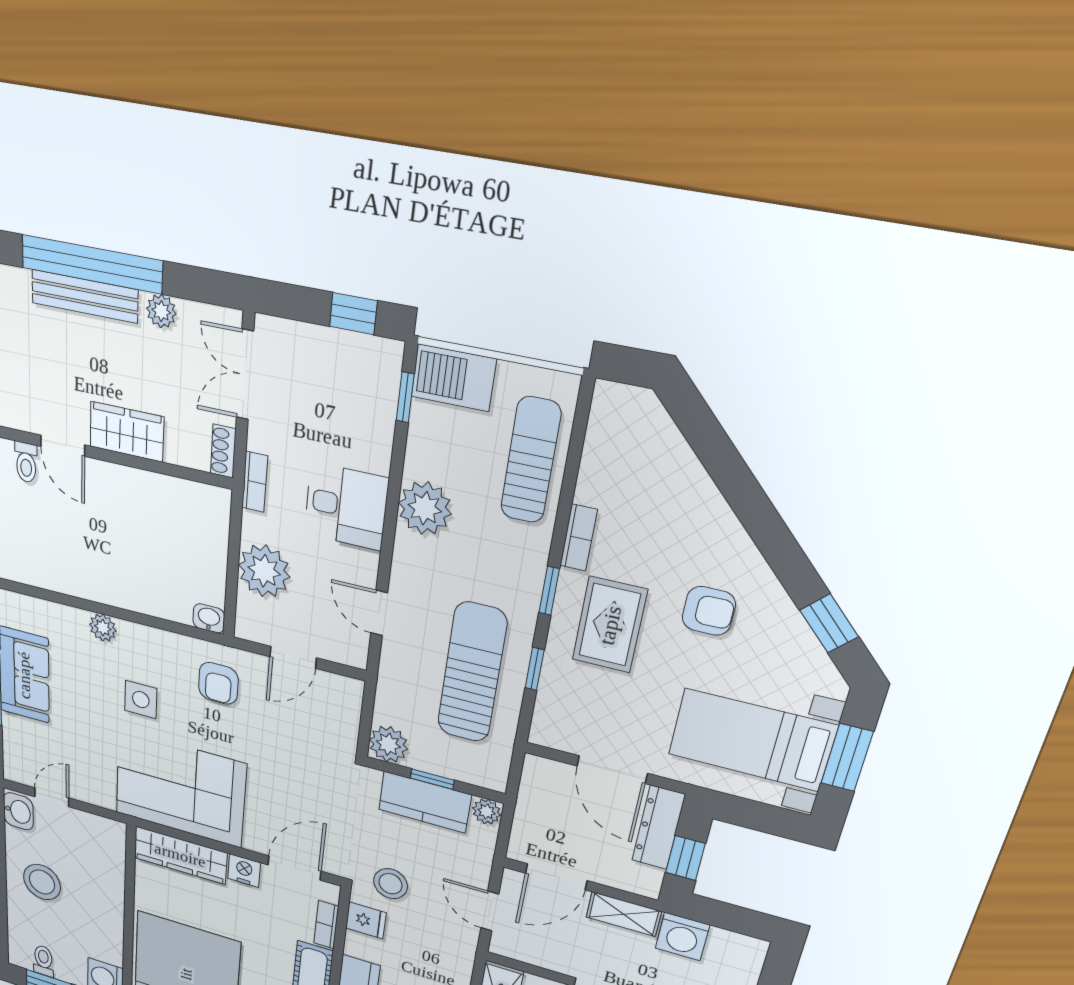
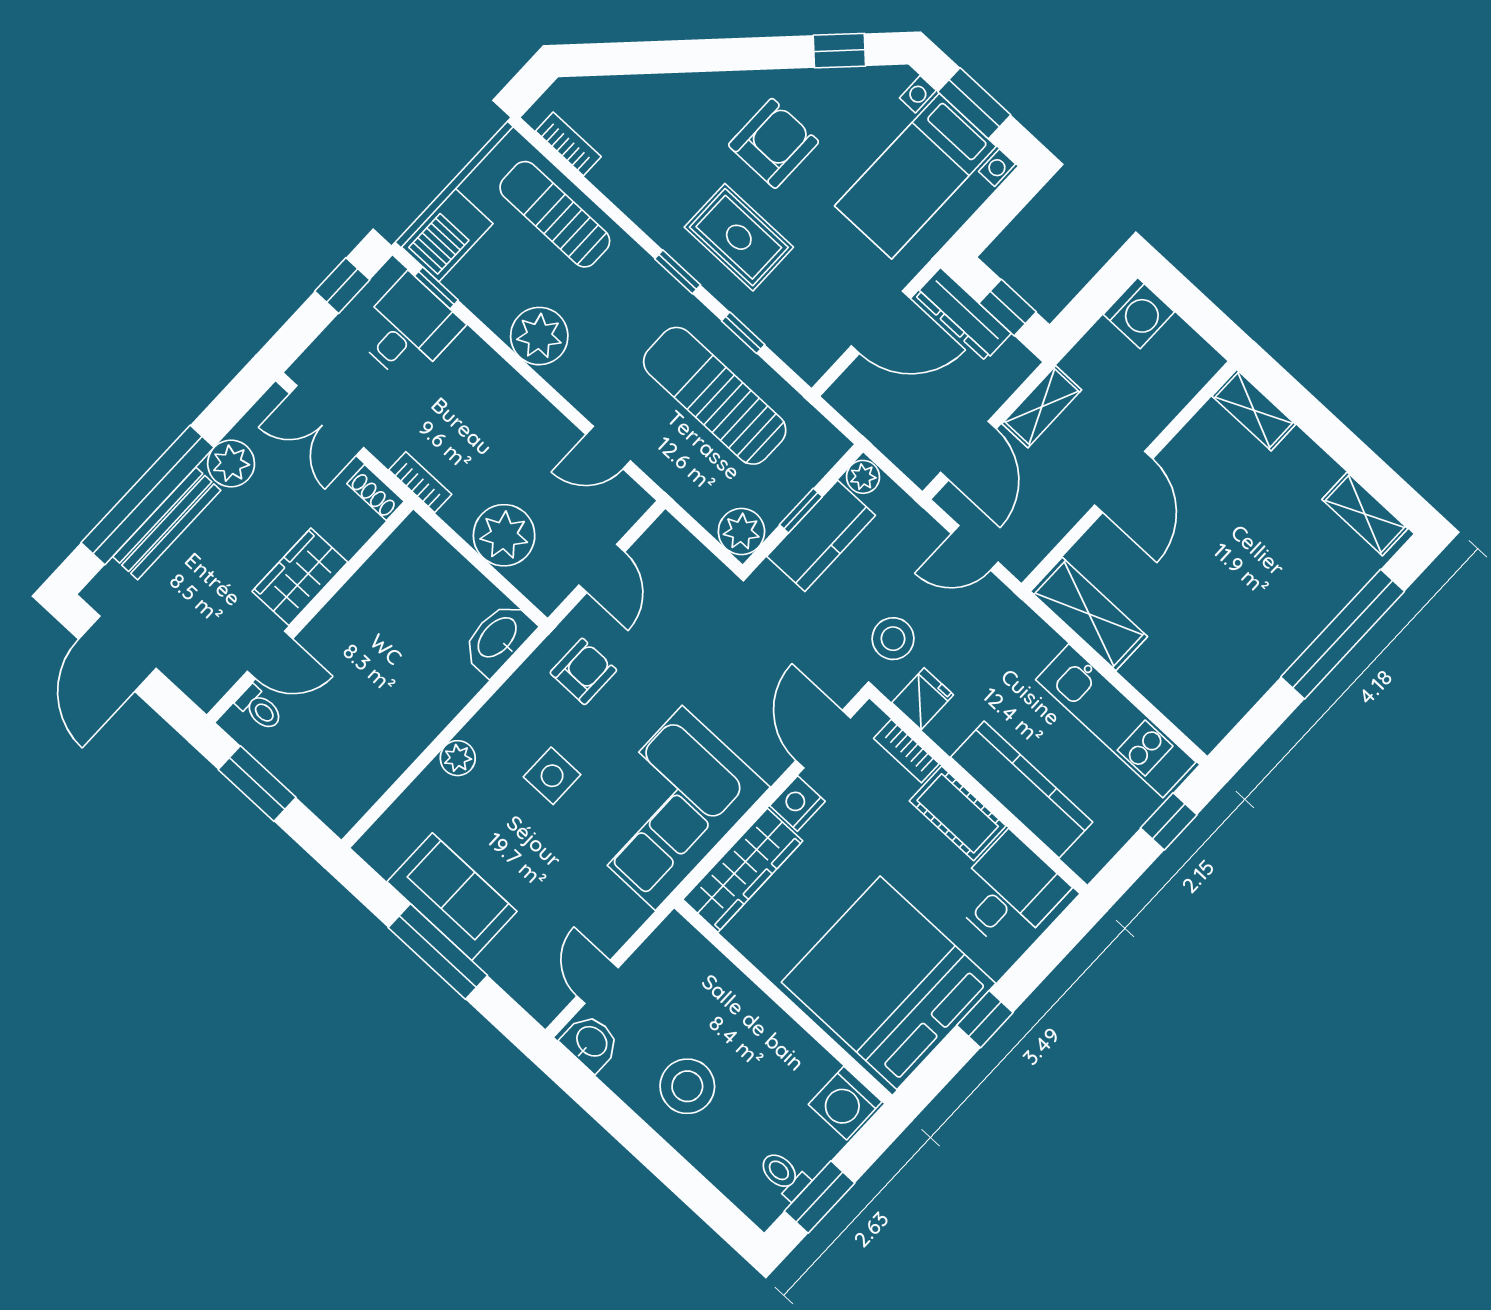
plant: (161, 311) -> (231, 463), width x1.38, depth x1.38
desk: (346, 506) -> (408, 329), moved
bookcase: (579, 538) -> (568, 144), moved
armchair: (709, 611) -> (774, 143), width x1.38, depth x1.38
washbasin: (209, 618) -> (498, 638), width x1.91, depth x1.45
armchair: (218, 683) -> (583, 671), turned -90
washing machine: (682, 937) -> (1139, 313), moved

